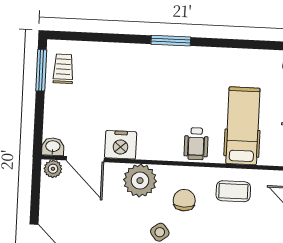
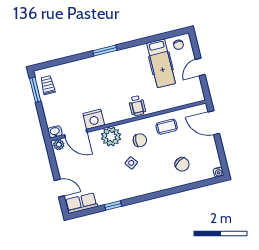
hospital bed: (243, 126) -> (161, 63), moved, turned 180
chair: (184, 200) -> (140, 140), turned 94

